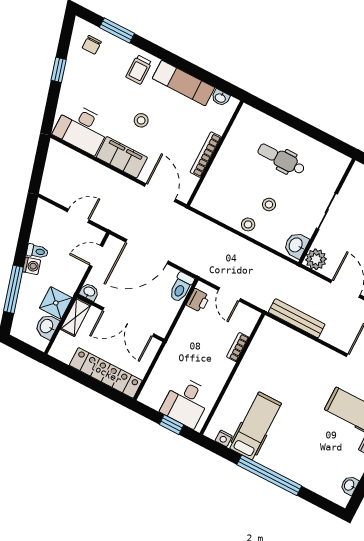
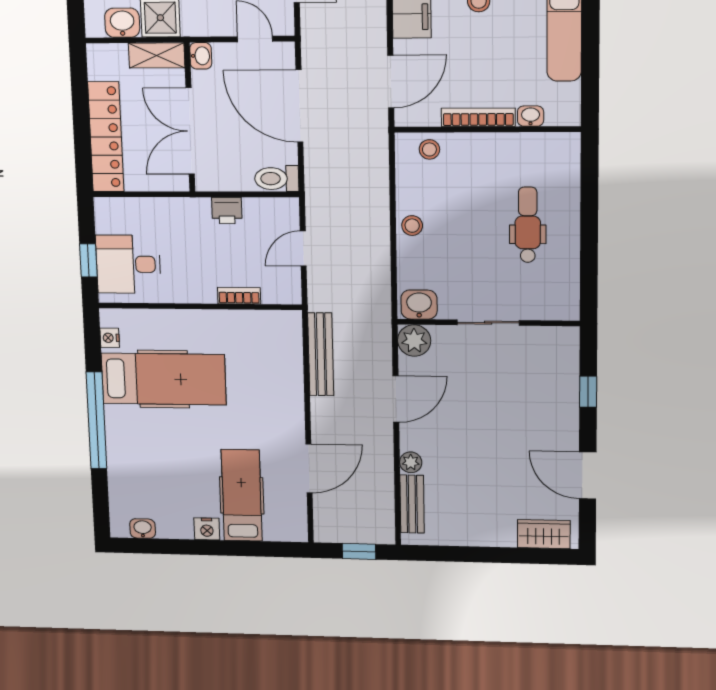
washbasin: (220, 98) -> (531, 116), moved, turned 90
stool: (269, 205) -> (429, 149), moved
printer: (198, 300) -> (227, 210), moved
hospital bed: (256, 426) -> (164, 379), width x1.37, depth x1.29

